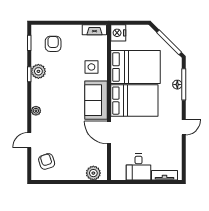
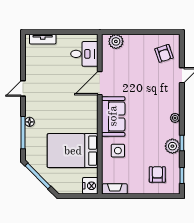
armchair: (53, 44) -> (157, 174), turned 180
floor lamp: (177, 85) -> (30, 122), moved
bed: (134, 101) -> (74, 116), removed
plant: (36, 111) -> (175, 118), moved
door: (109, 133) -> (100, 83), swing flipped
desk: (139, 167) -> (84, 54), moved, turned 90

